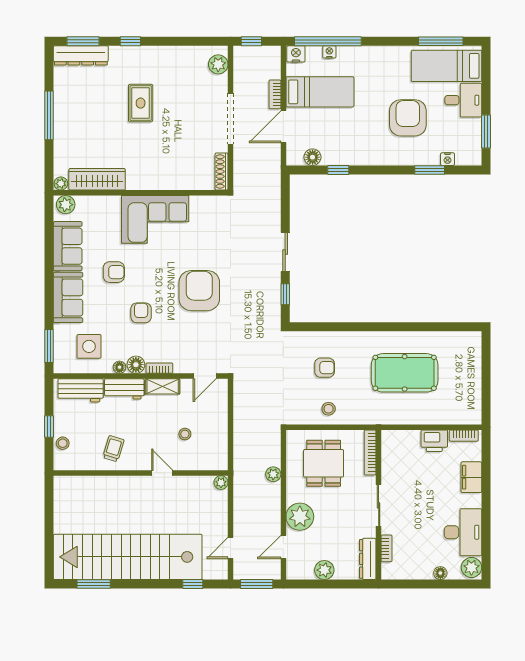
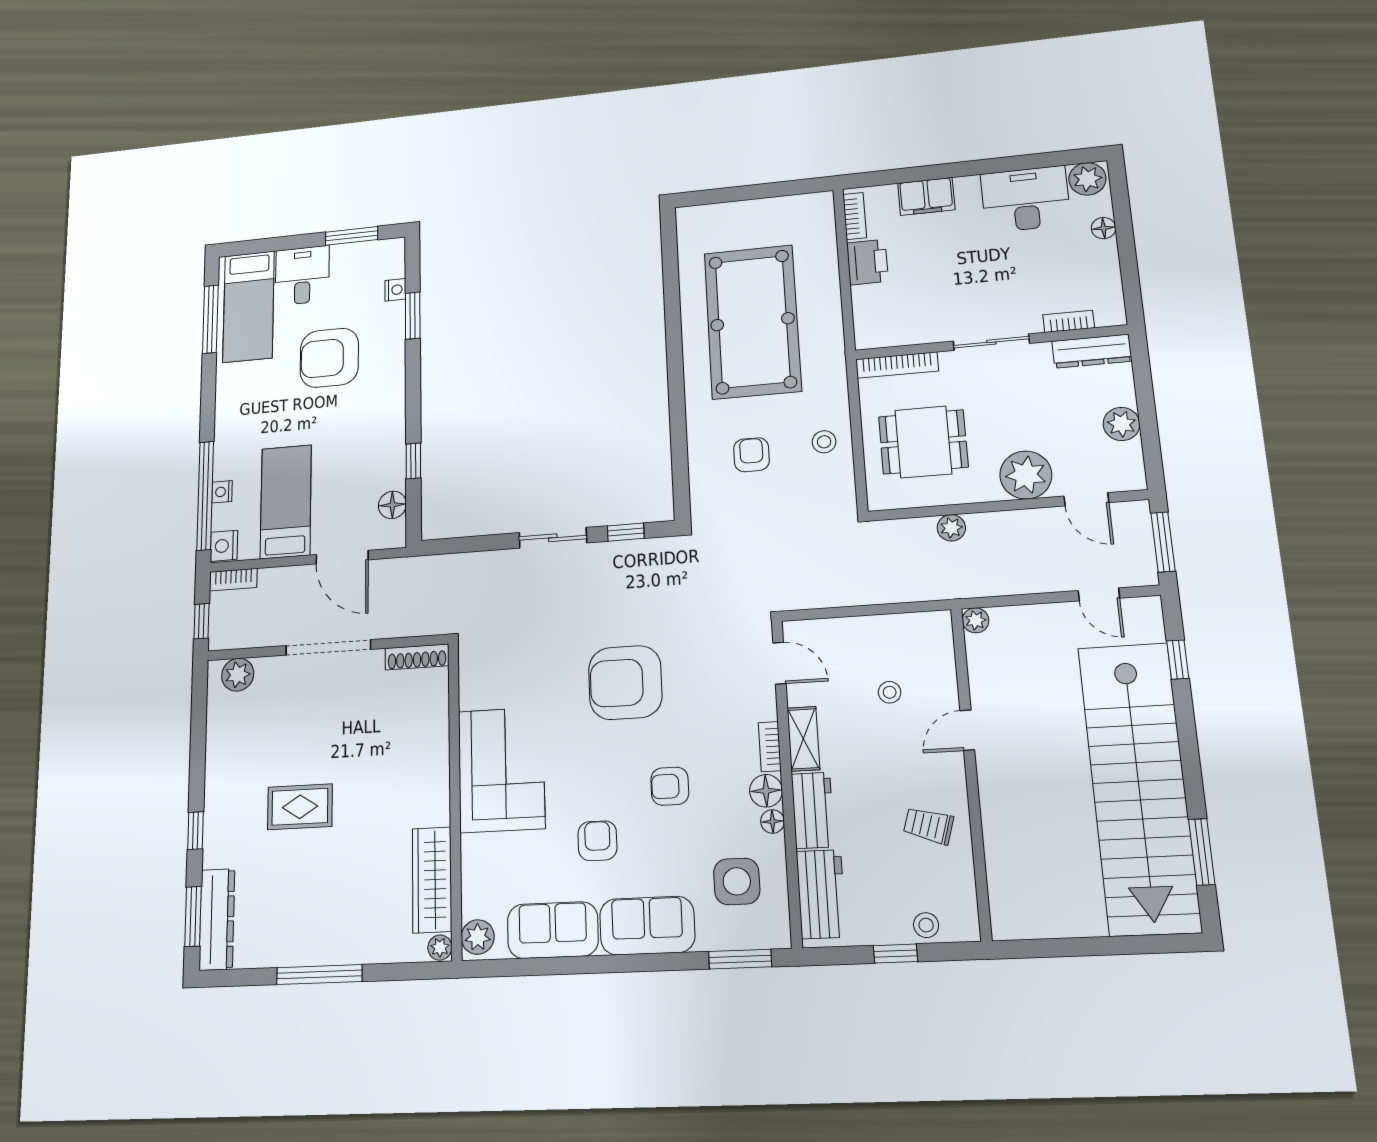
bookcase: (275, 94) -> (233, 580), moved
pool table: (405, 373) -> (752, 322), width x1.36, depth x1.32

